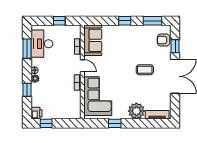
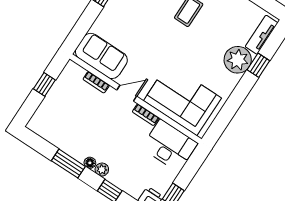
desk: (42, 44) -> (170, 146), moved, turned 180
window: (27, 49) -> (68, 164), moved
window: (115, 123) -> (258, 65), moved

